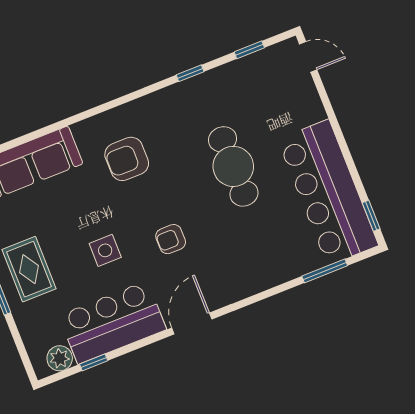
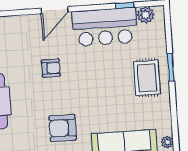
armchair: (127, 159) -> (63, 128), turned 180
side table: (105, 250) -> (95, 74), removed

